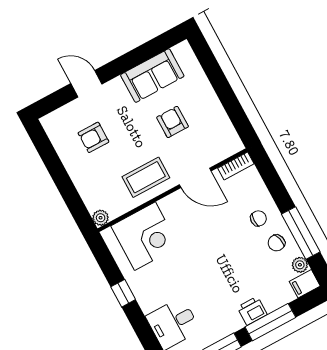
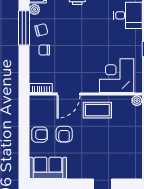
sofa: (152, 76) -> (48, 168), moved
armchair: (93, 137) -> (39, 135), moved
door: (195, 178) -> (69, 94), swing flipped

